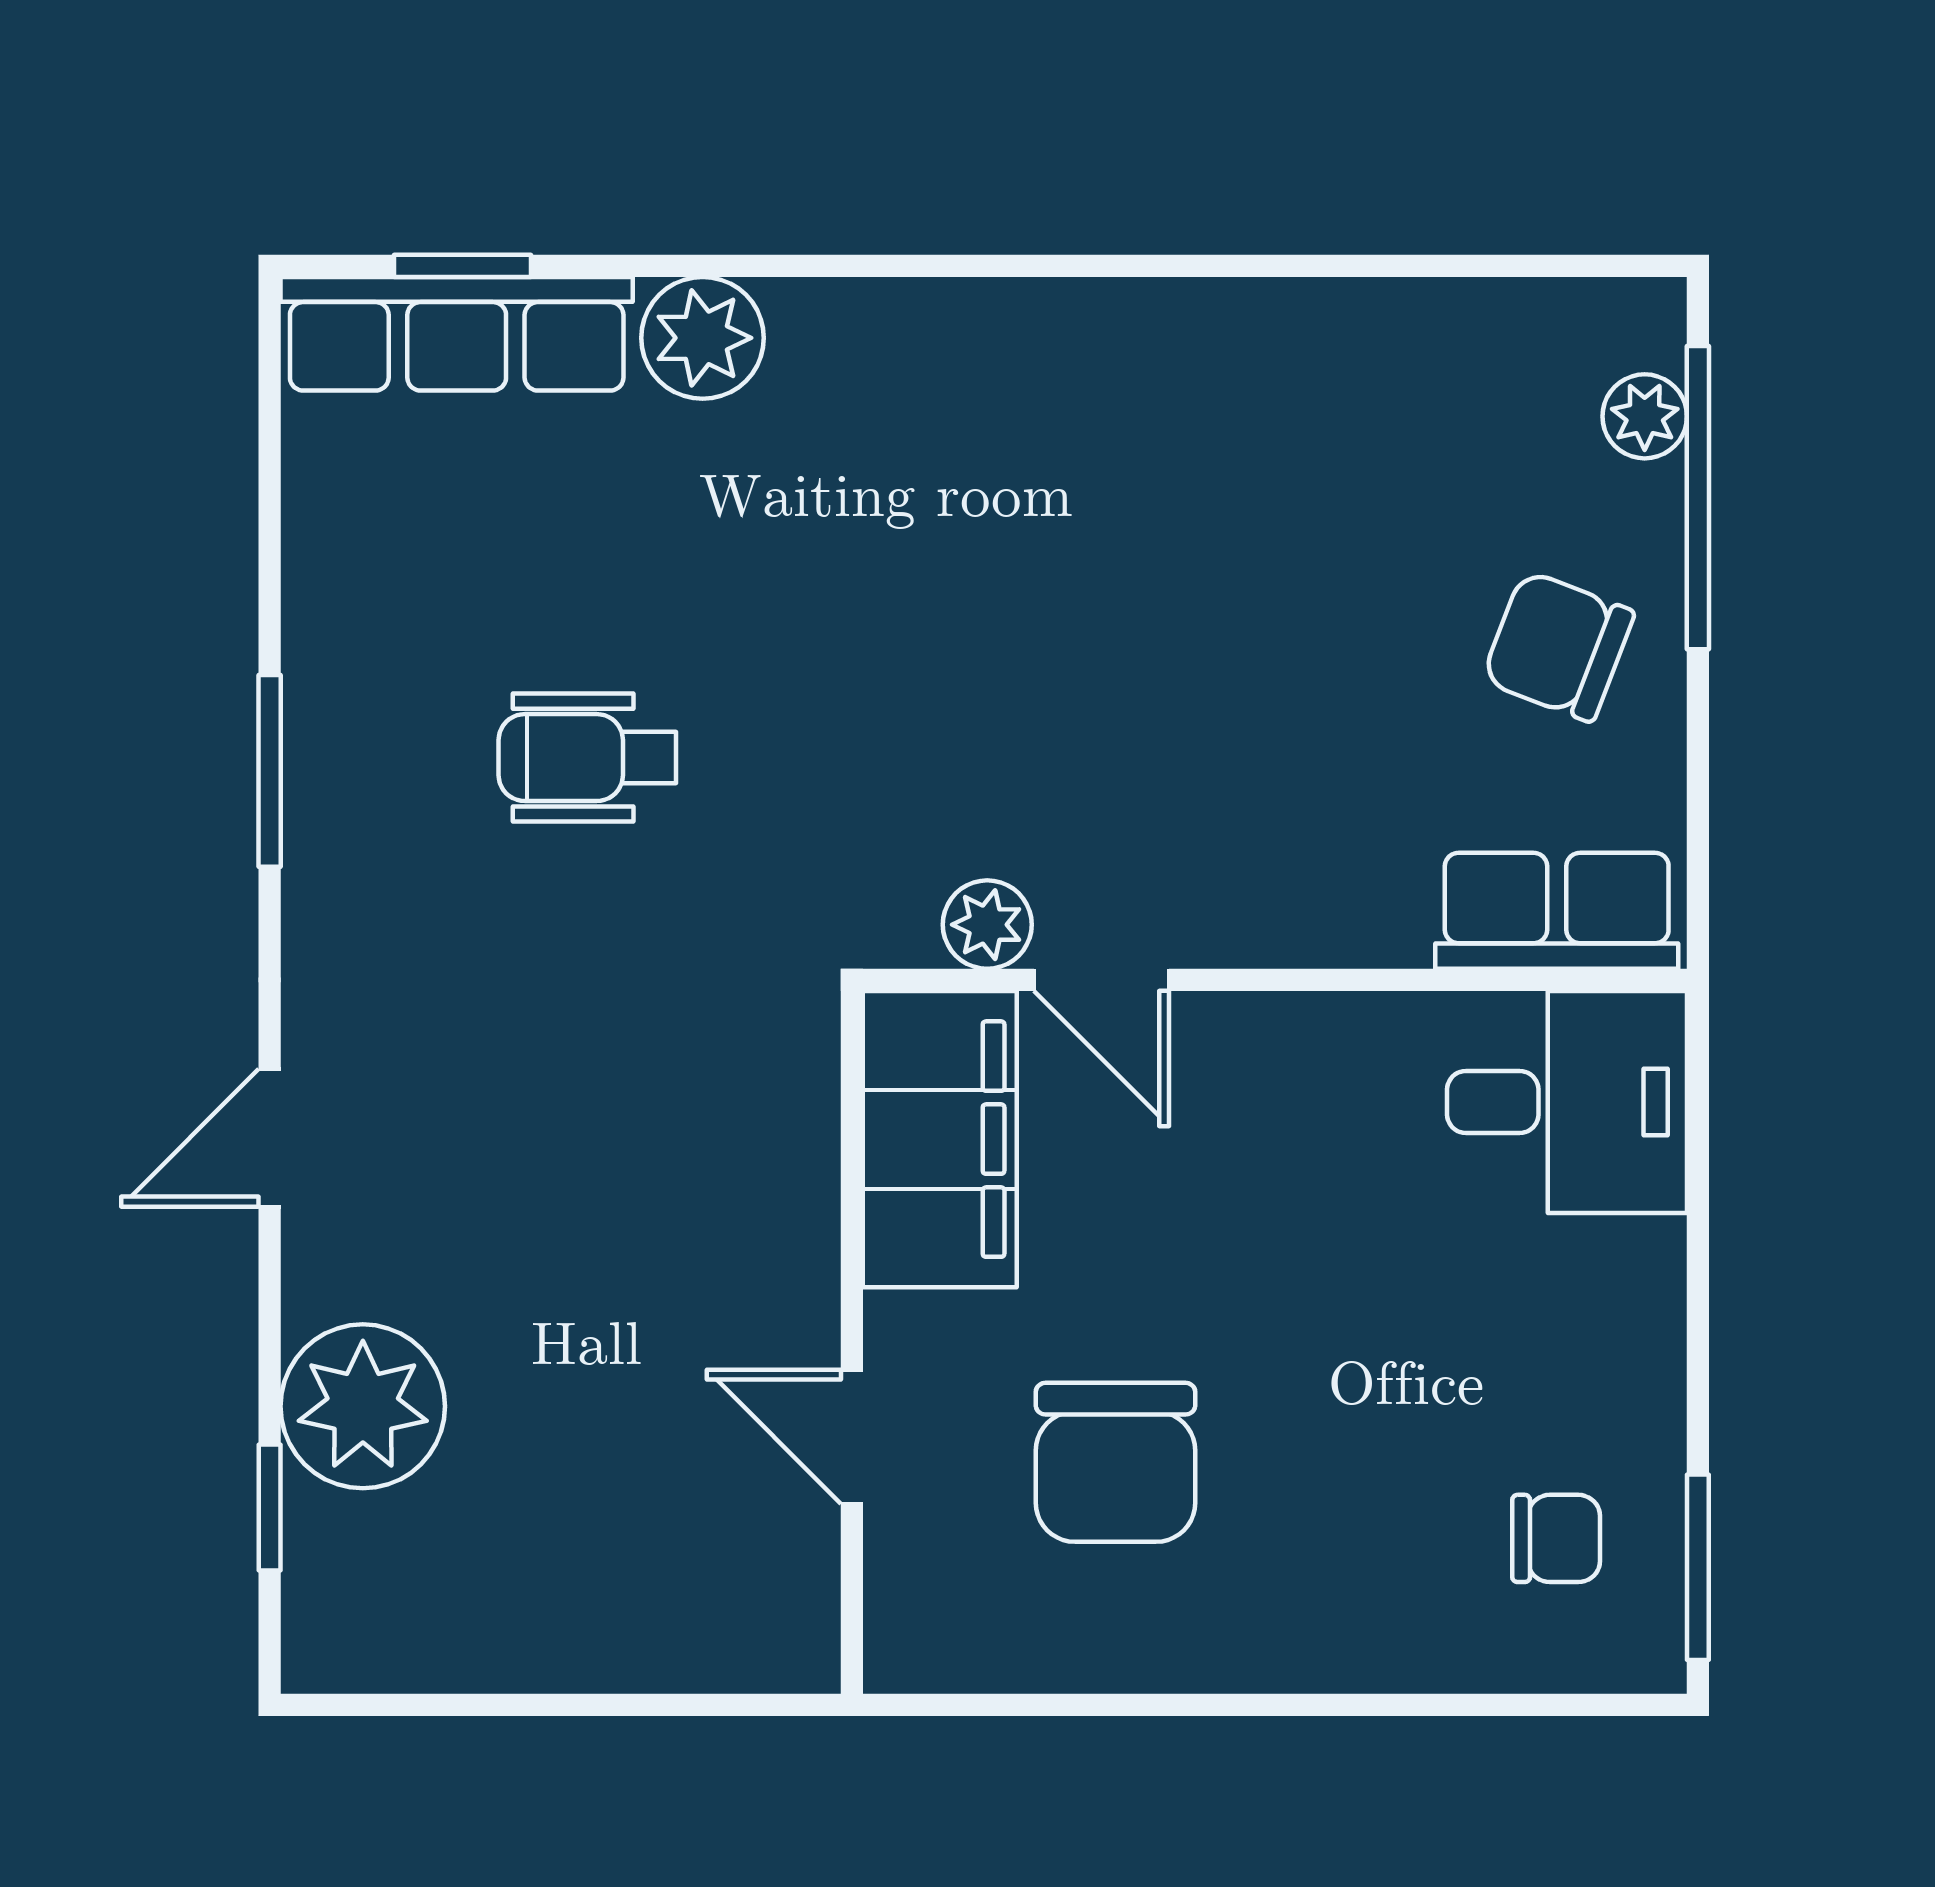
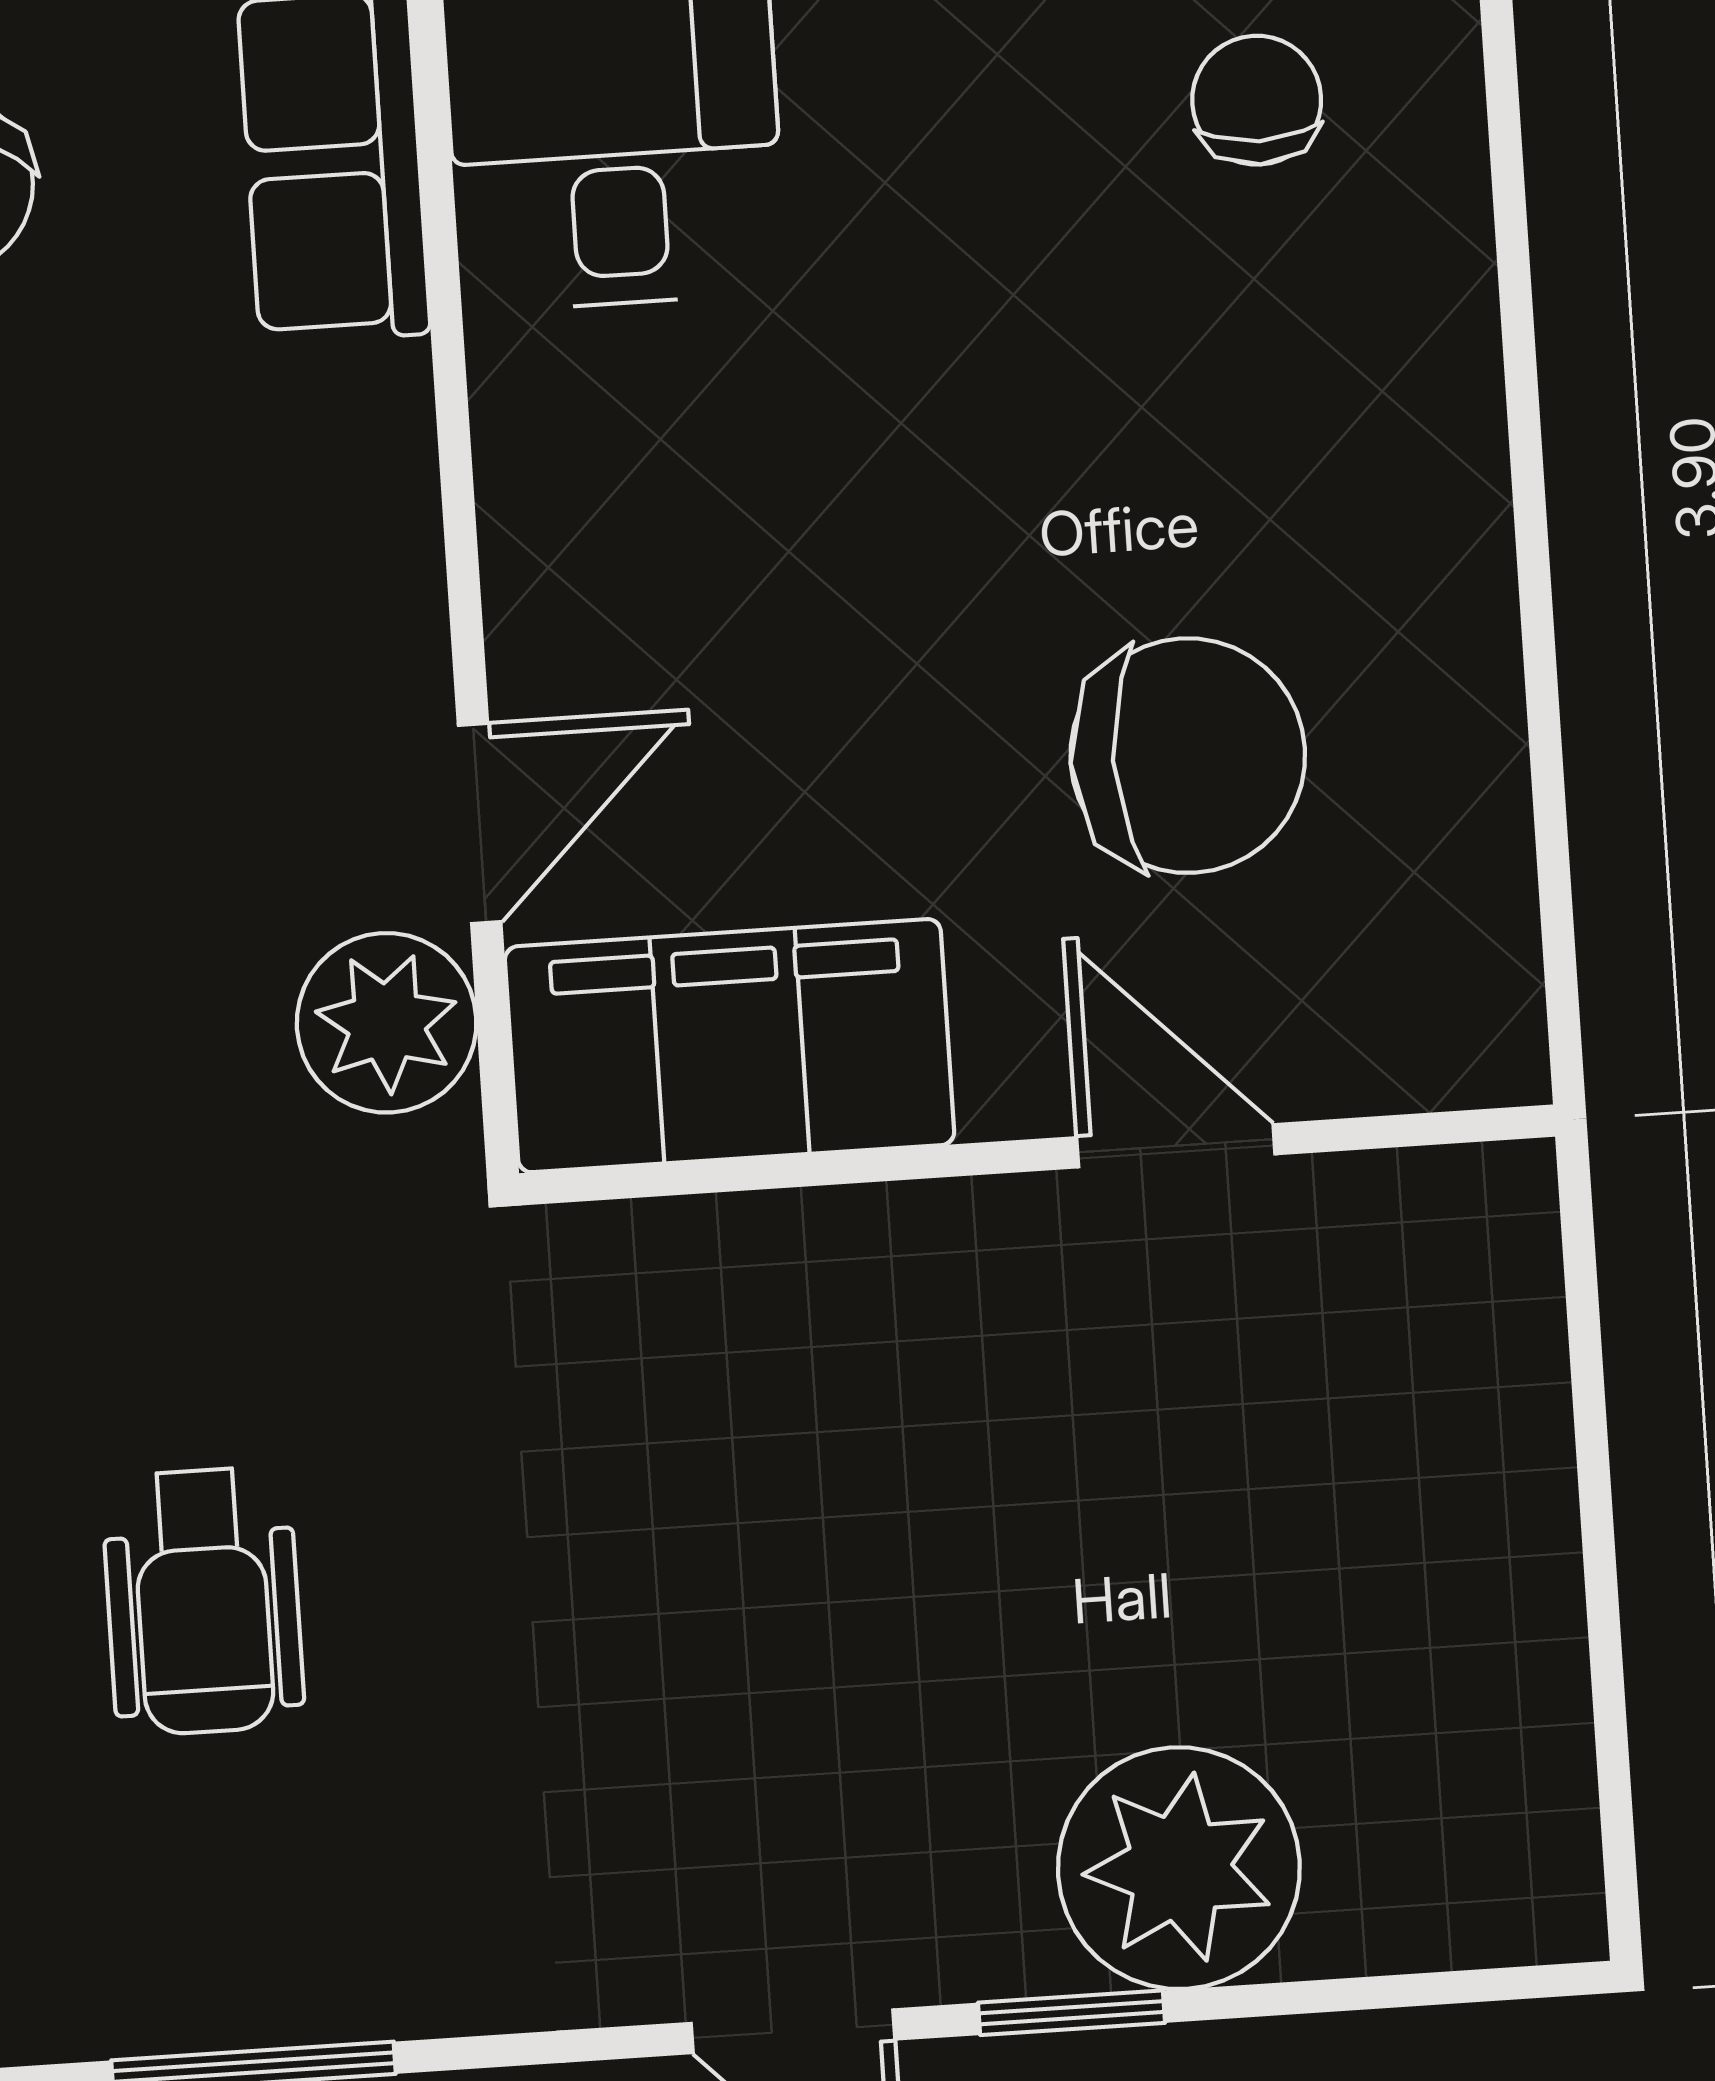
plant: (987, 925) -> (387, 1023), width x1.38, depth x1.38
door: (852, 1437) -> (1176, 1146), swing flipped
window: (270, 1507) -> (1072, 2013), moved

